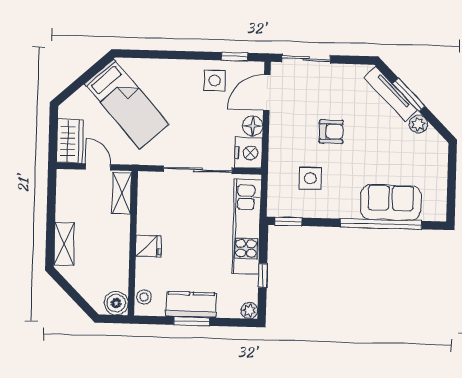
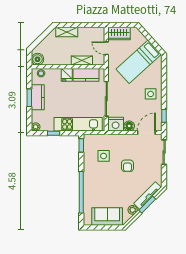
side table: (215, 80) -> (151, 94), moved
door: (267, 93) -> (146, 133), hinge flipped
door: (98, 167) -> (106, 48), swing flipped
shelving: (122, 193) -> (82, 61), moved
sofa: (391, 203) -> (107, 217), moved, turned -90
kitchen counter: (150, 208) -> (86, 75), added

